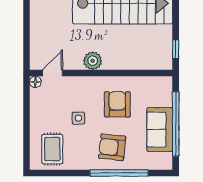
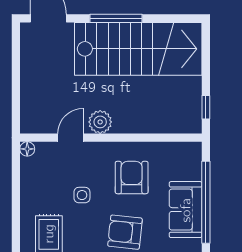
door: (53, 73) -> (71, 138), moved

